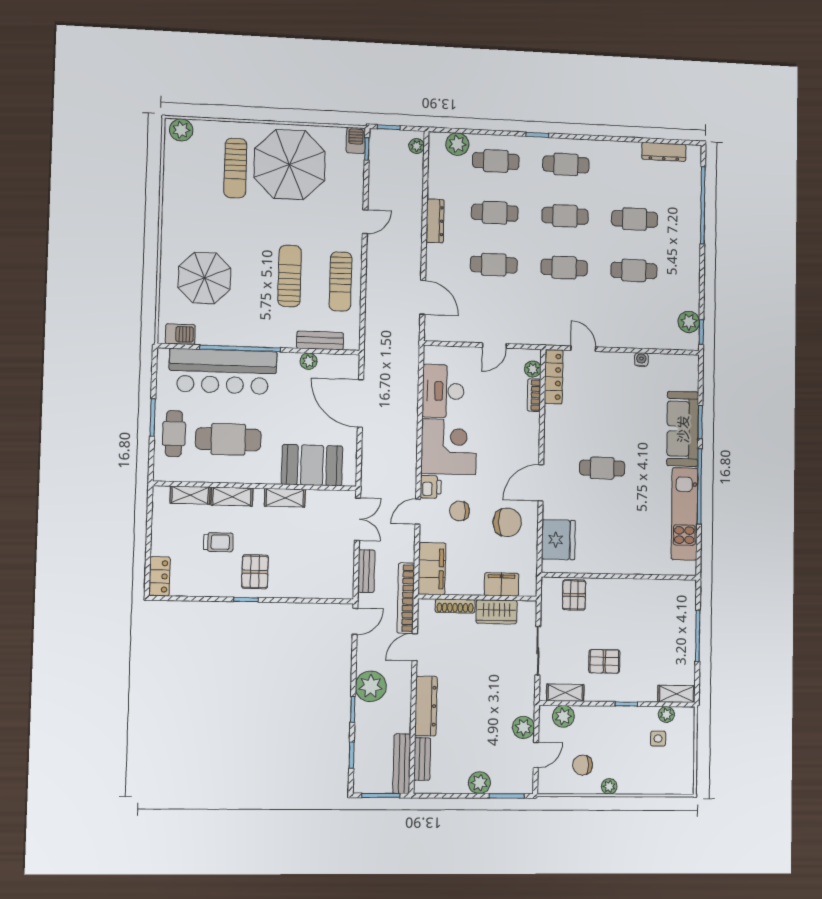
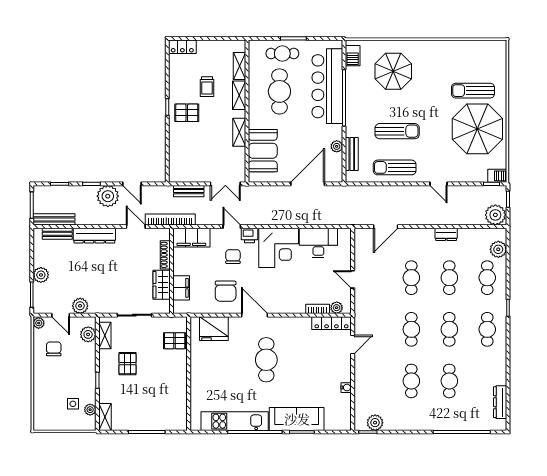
plant: (181, 130) -> (498, 52), removed
plant: (417, 146) -> (495, 215), width x1.87, depth x1.87
dresser: (435, 221) -> (446, 234), width x0.70
cafe table: (602, 468) -> (266, 360), width x1.37, depth x1.35
door: (355, 621) -> (132, 184), moved
plant: (609, 786) -> (39, 323), moved

